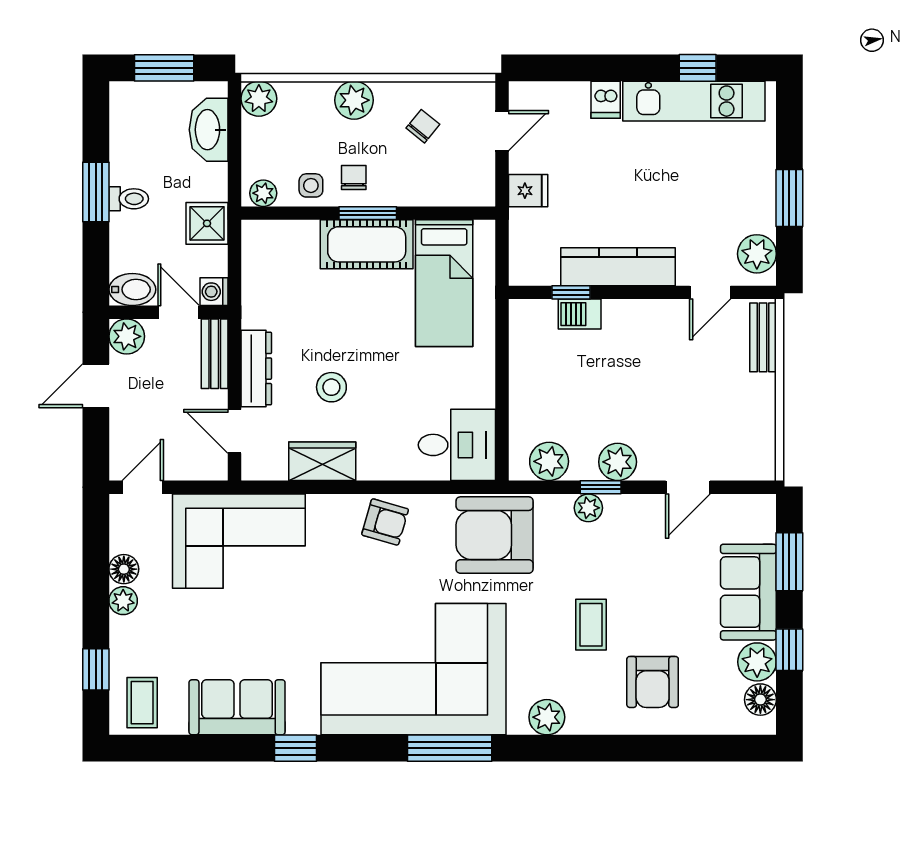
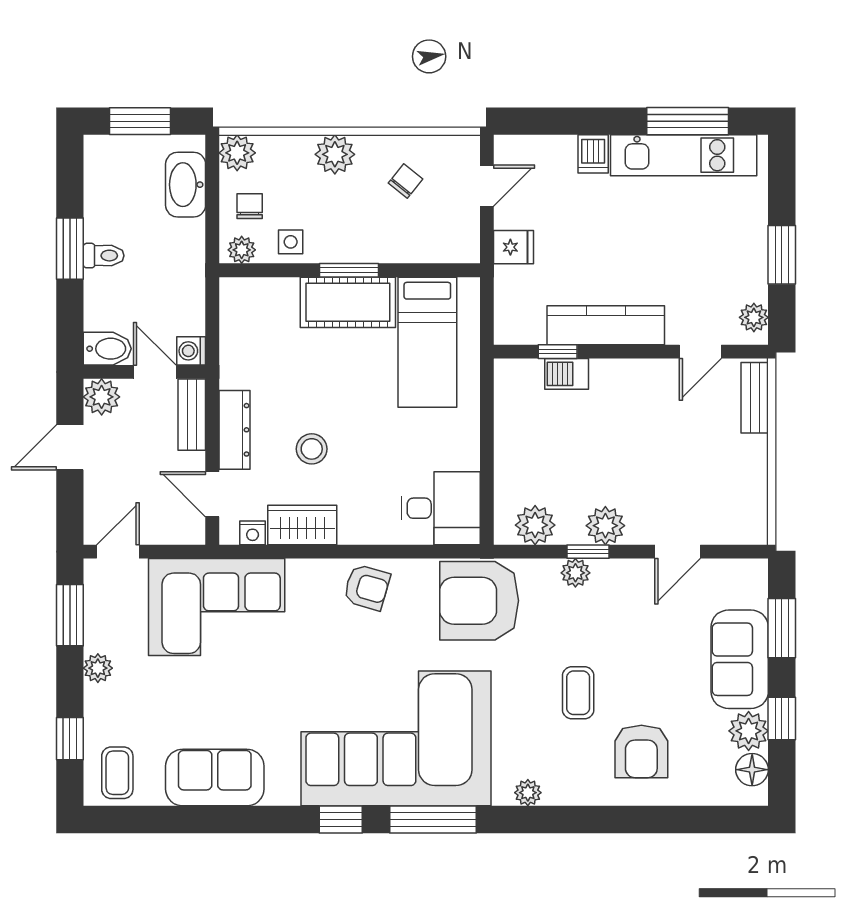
window: (698, 68) -> (688, 121), width x2.17
chair: (354, 177) -> (250, 206), moved
shower: (207, 223) -> (184, 281), removed
plant: (757, 254) -> (754, 317), width x0.73, depth x0.73
nightstand: (274, 469) -> (253, 533), added
window: (96, 549) -> (70, 615), added
floor lamp: (124, 569) -> (99, 636), removed
plant: (547, 717) -> (528, 793), width x0.73, depth x0.73
window: (295, 748) -> (341, 819), moved

